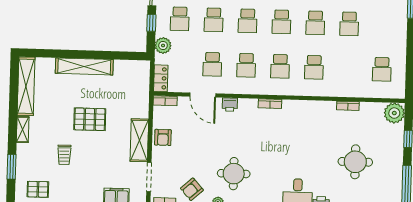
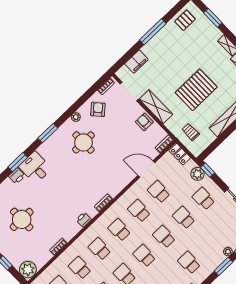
window: (151, 23) -> (208, 170), moved
school desk: (348, 68) -> (80, 268), added
printer: (230, 105) -> (84, 220), moved
pallet: (90, 119) -> (196, 90), width x1.37, depth x1.41
trolley: (64, 155) -> (191, 132), moved

